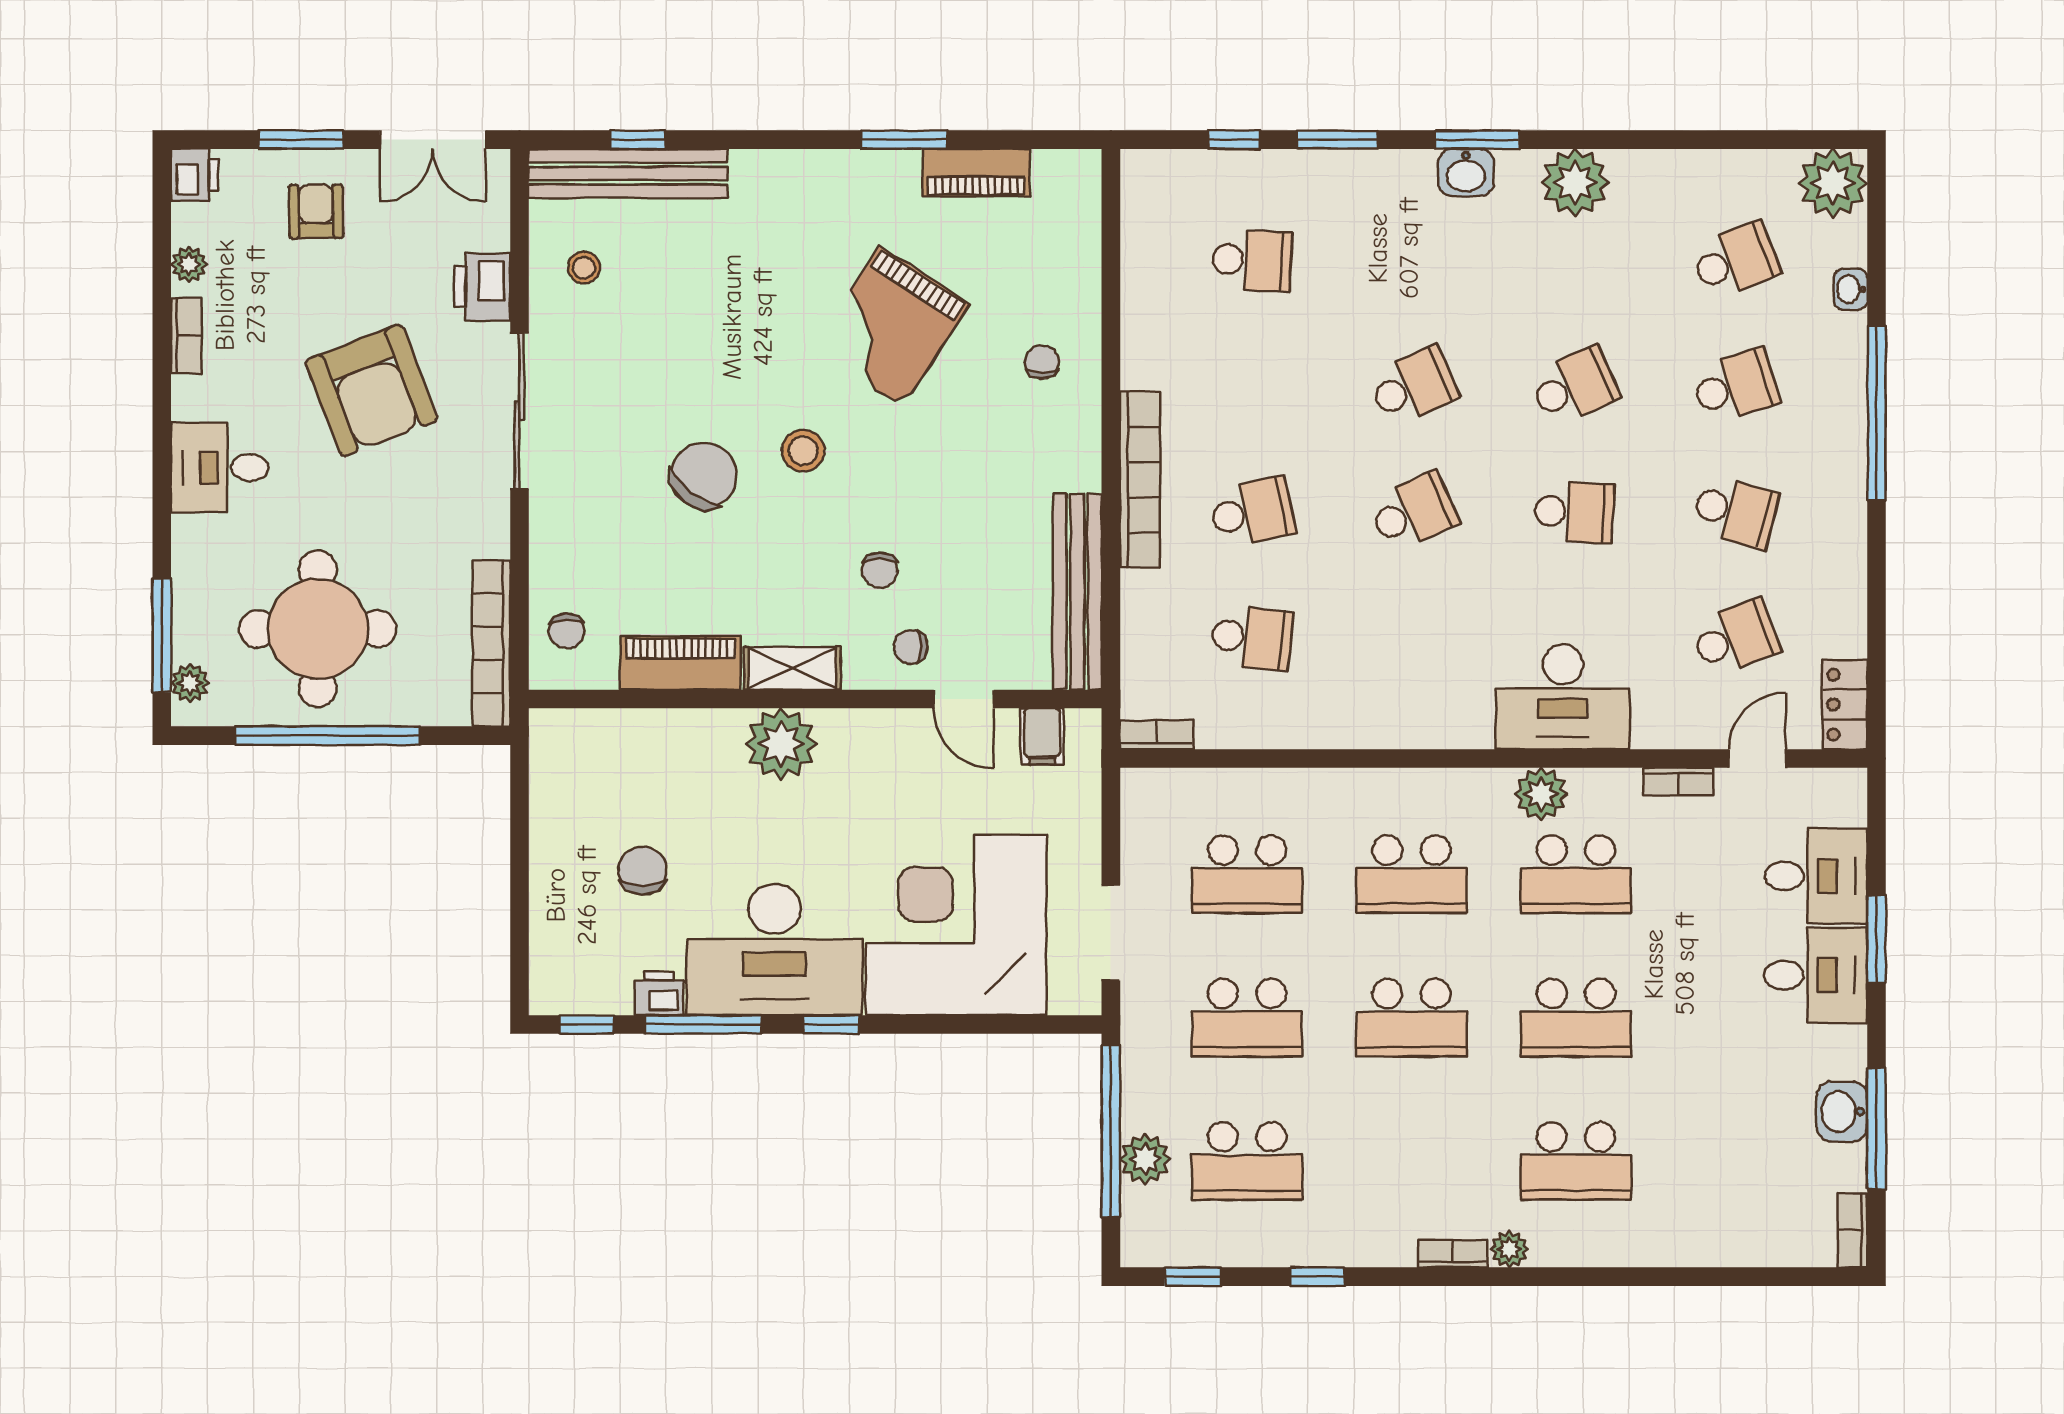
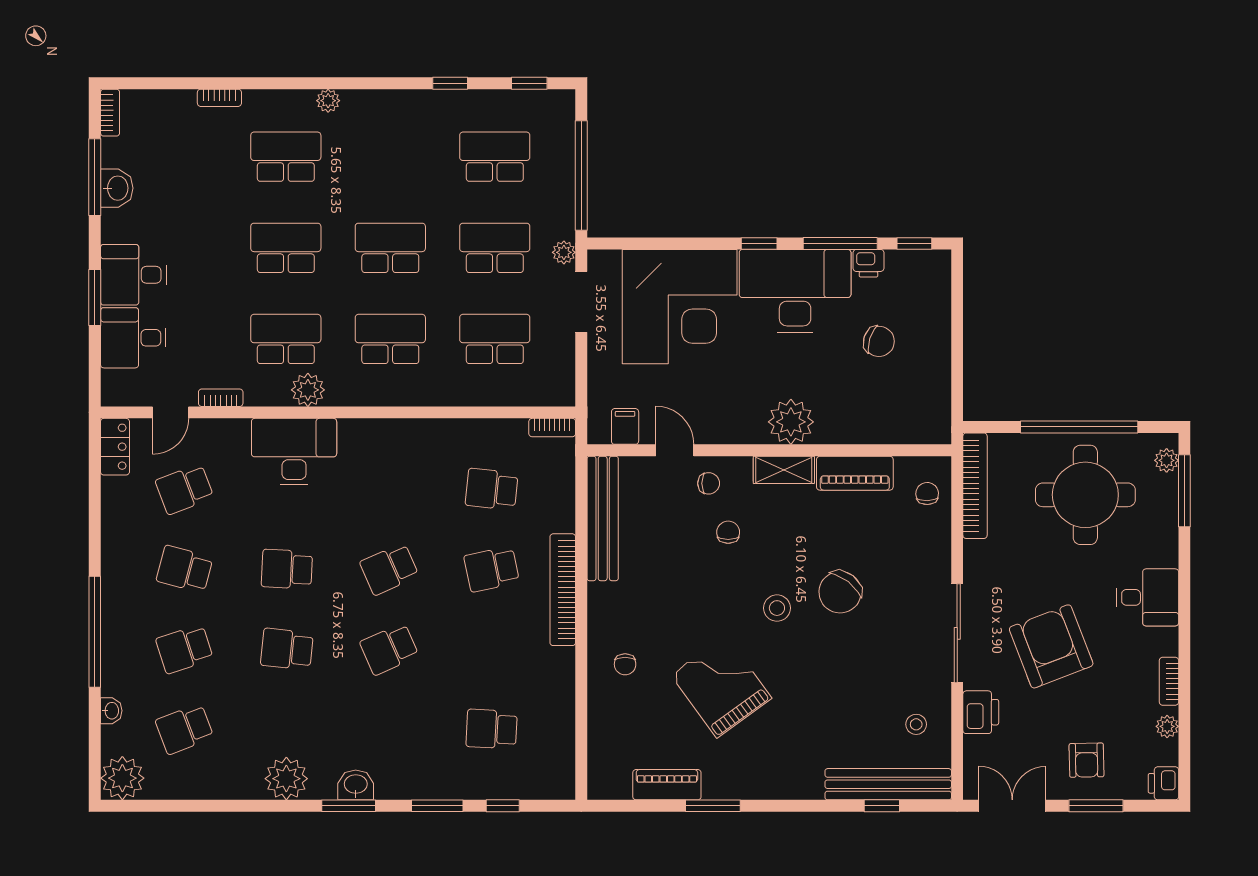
grand piano: (891, 327) -> (721, 687), turned -69
school desk: (1574, 386) -> (287, 649), turned 30
chair: (643, 870) -> (879, 341), turned -72
plant: (1145, 1159) -> (564, 252), moved, width x0.73, depth x0.73
bookcase: (1453, 1254) -> (219, 98), moved

